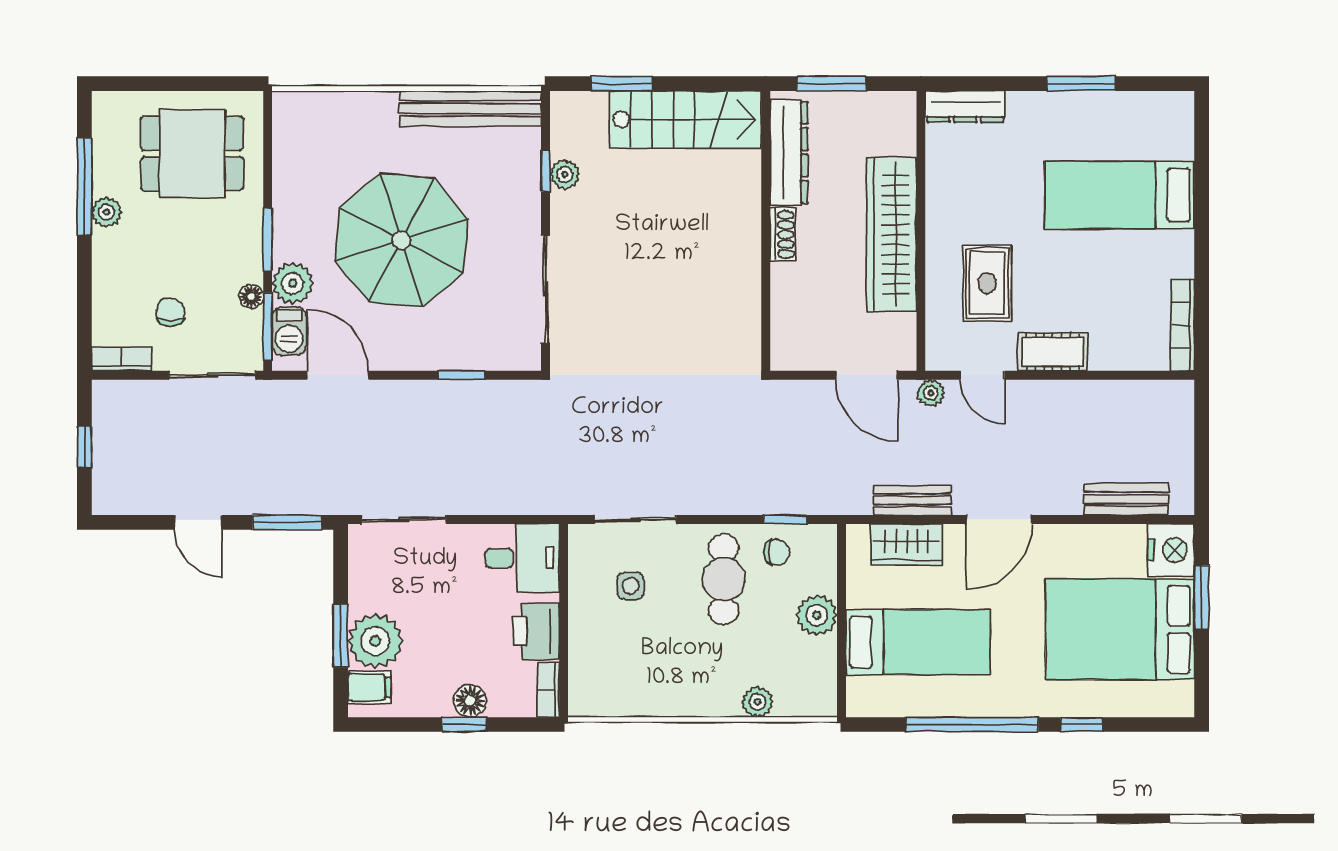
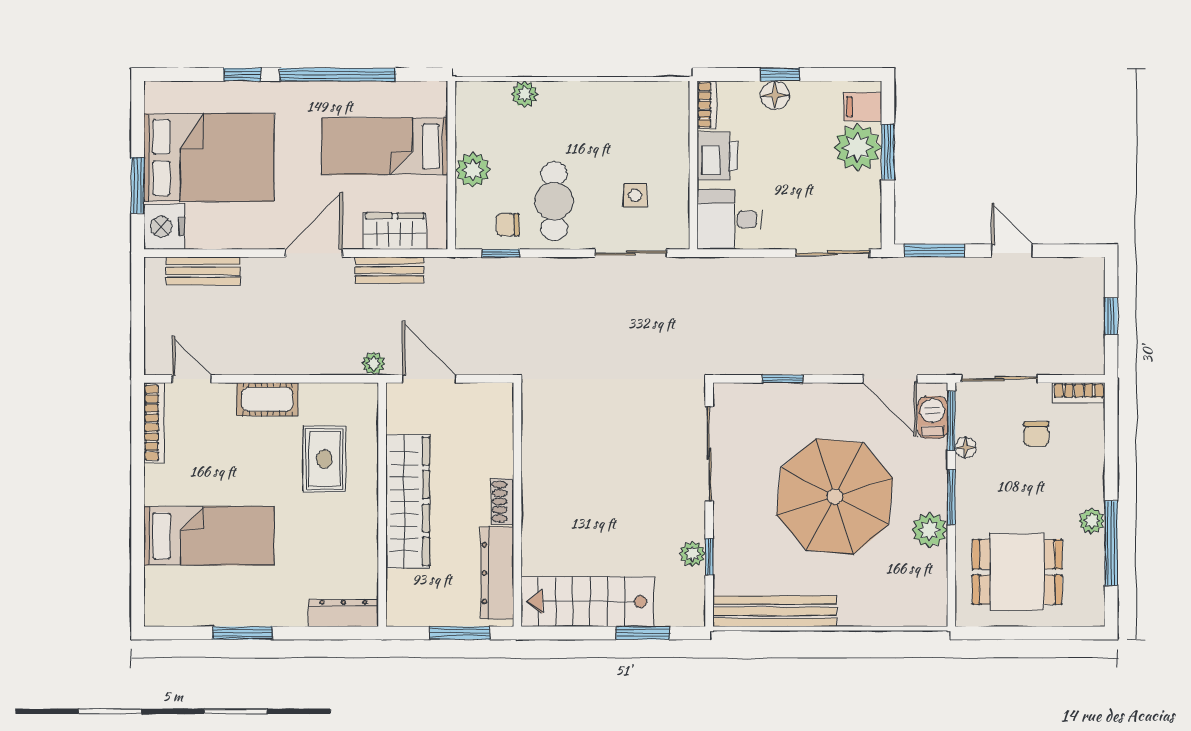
plant: (293, 283) -> (930, 530), moved
door: (982, 375) -> (192, 379), moved

